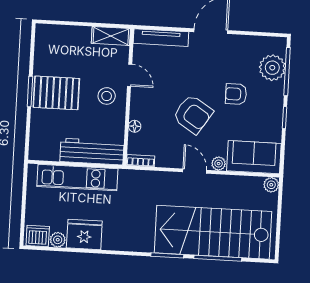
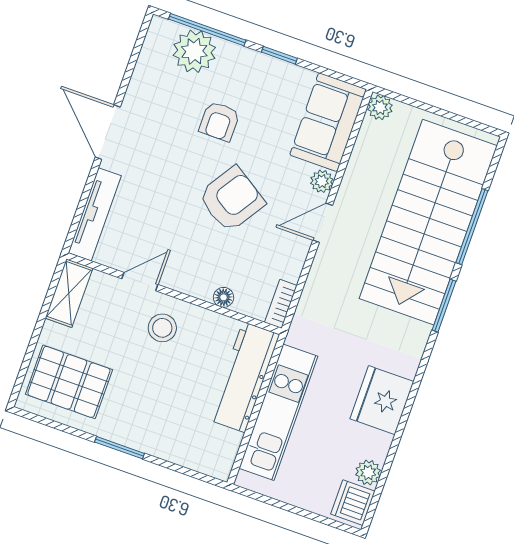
pallet: (56, 93) -> (69, 382), moved, turned 90
fridge: (84, 234) -> (382, 400), moved

